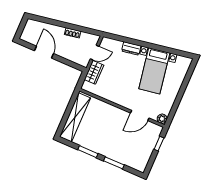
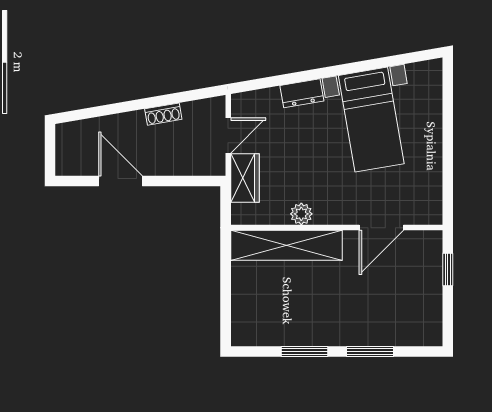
shelving: (75, 117) -> (286, 245), moved, turned 90
plant: (162, 119) -> (301, 214), moved

